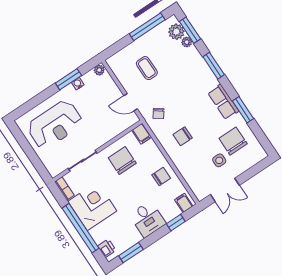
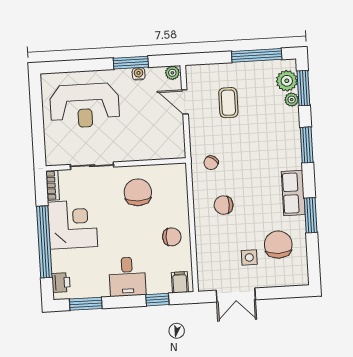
door: (131, 102) -> (185, 102), moved
filing cabinet: (142, 134) -> (178, 174), removed

